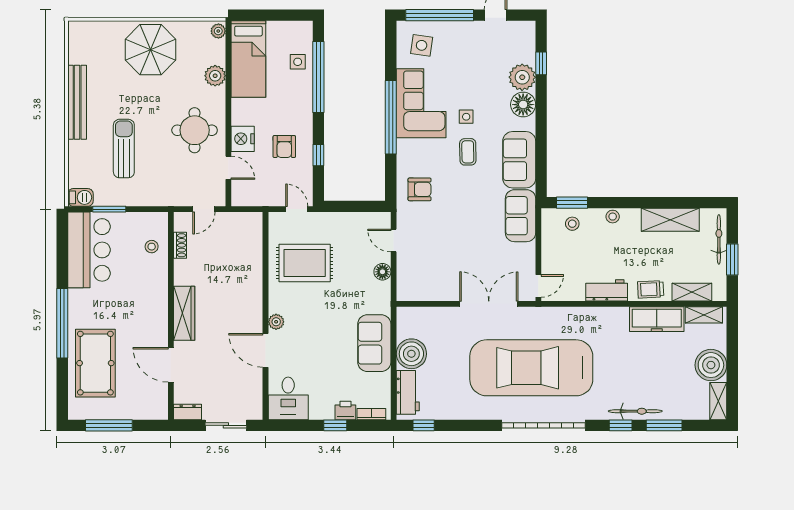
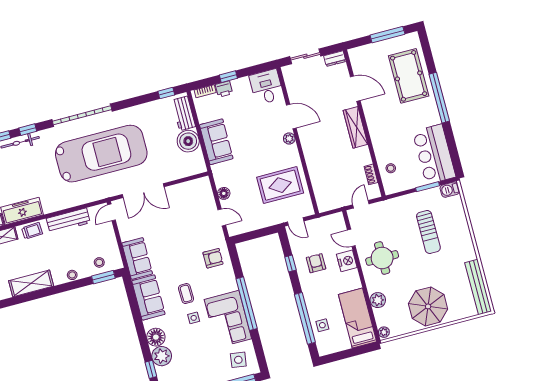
bench: (77, 102) -> (478, 287), moved
armchair: (420, 189) -> (213, 258), turned 180
workbench: (607, 290) -> (68, 221), width x1.38

